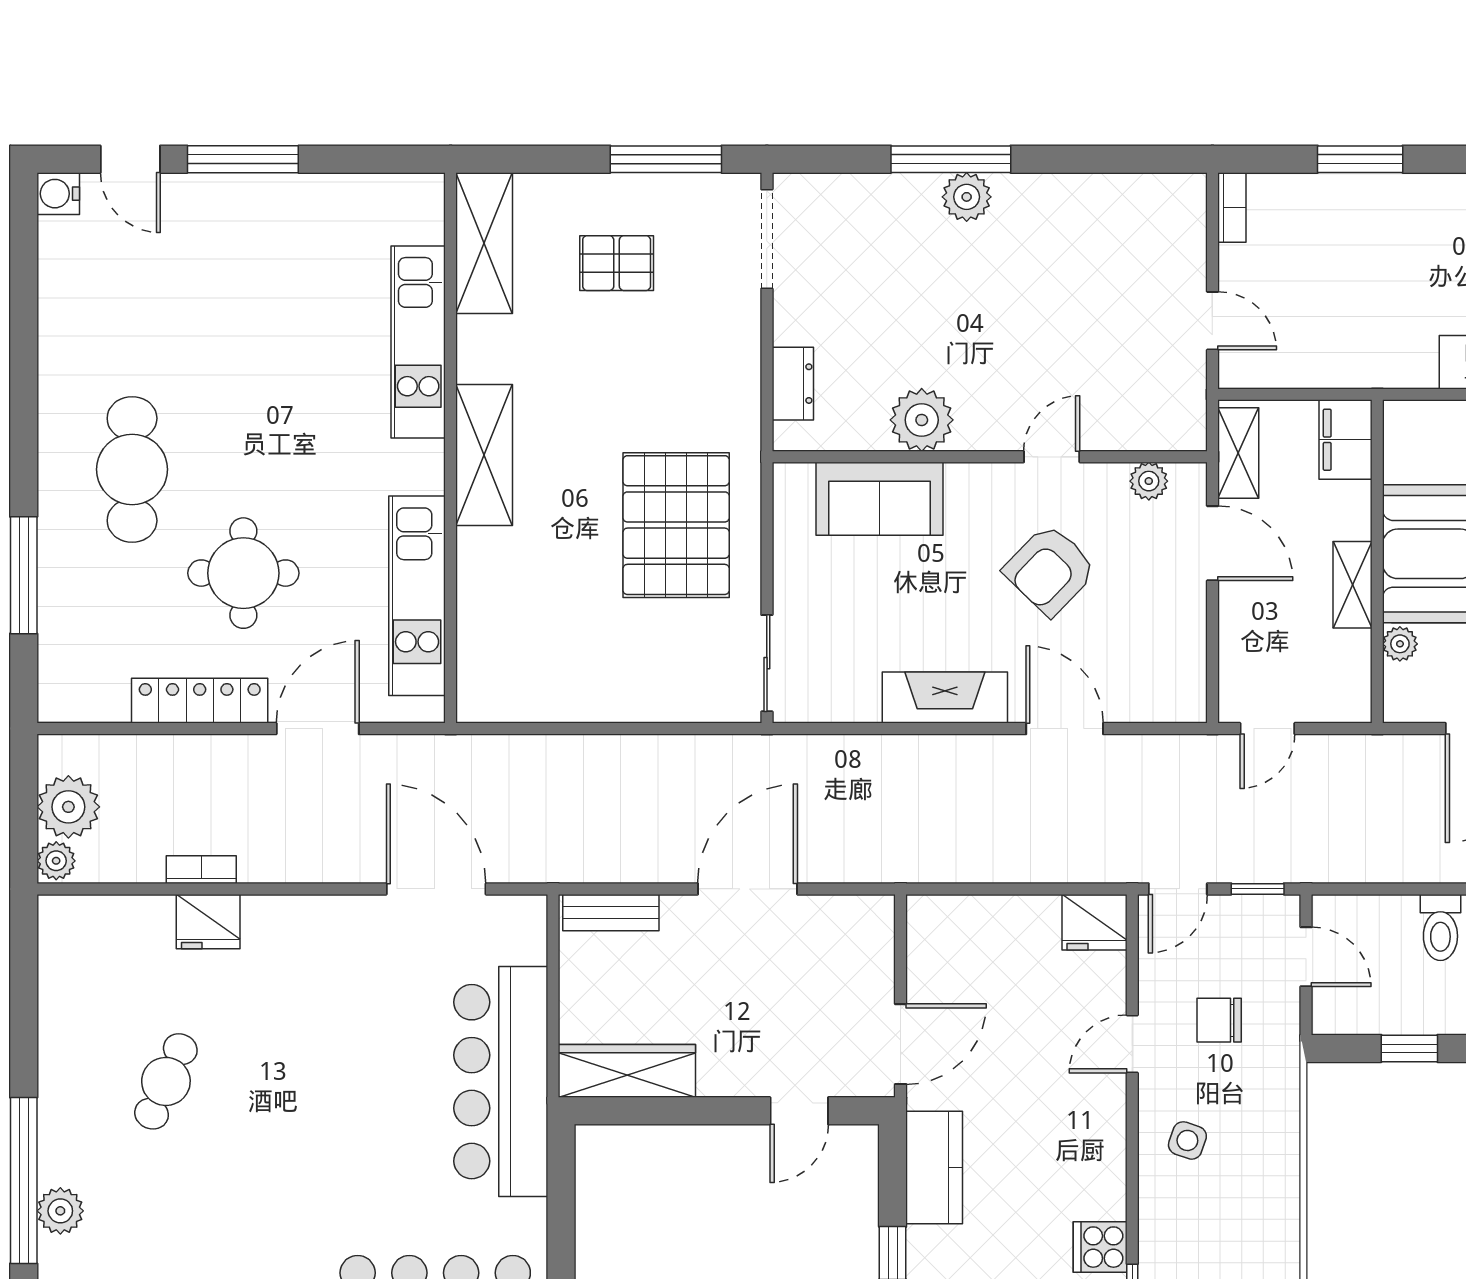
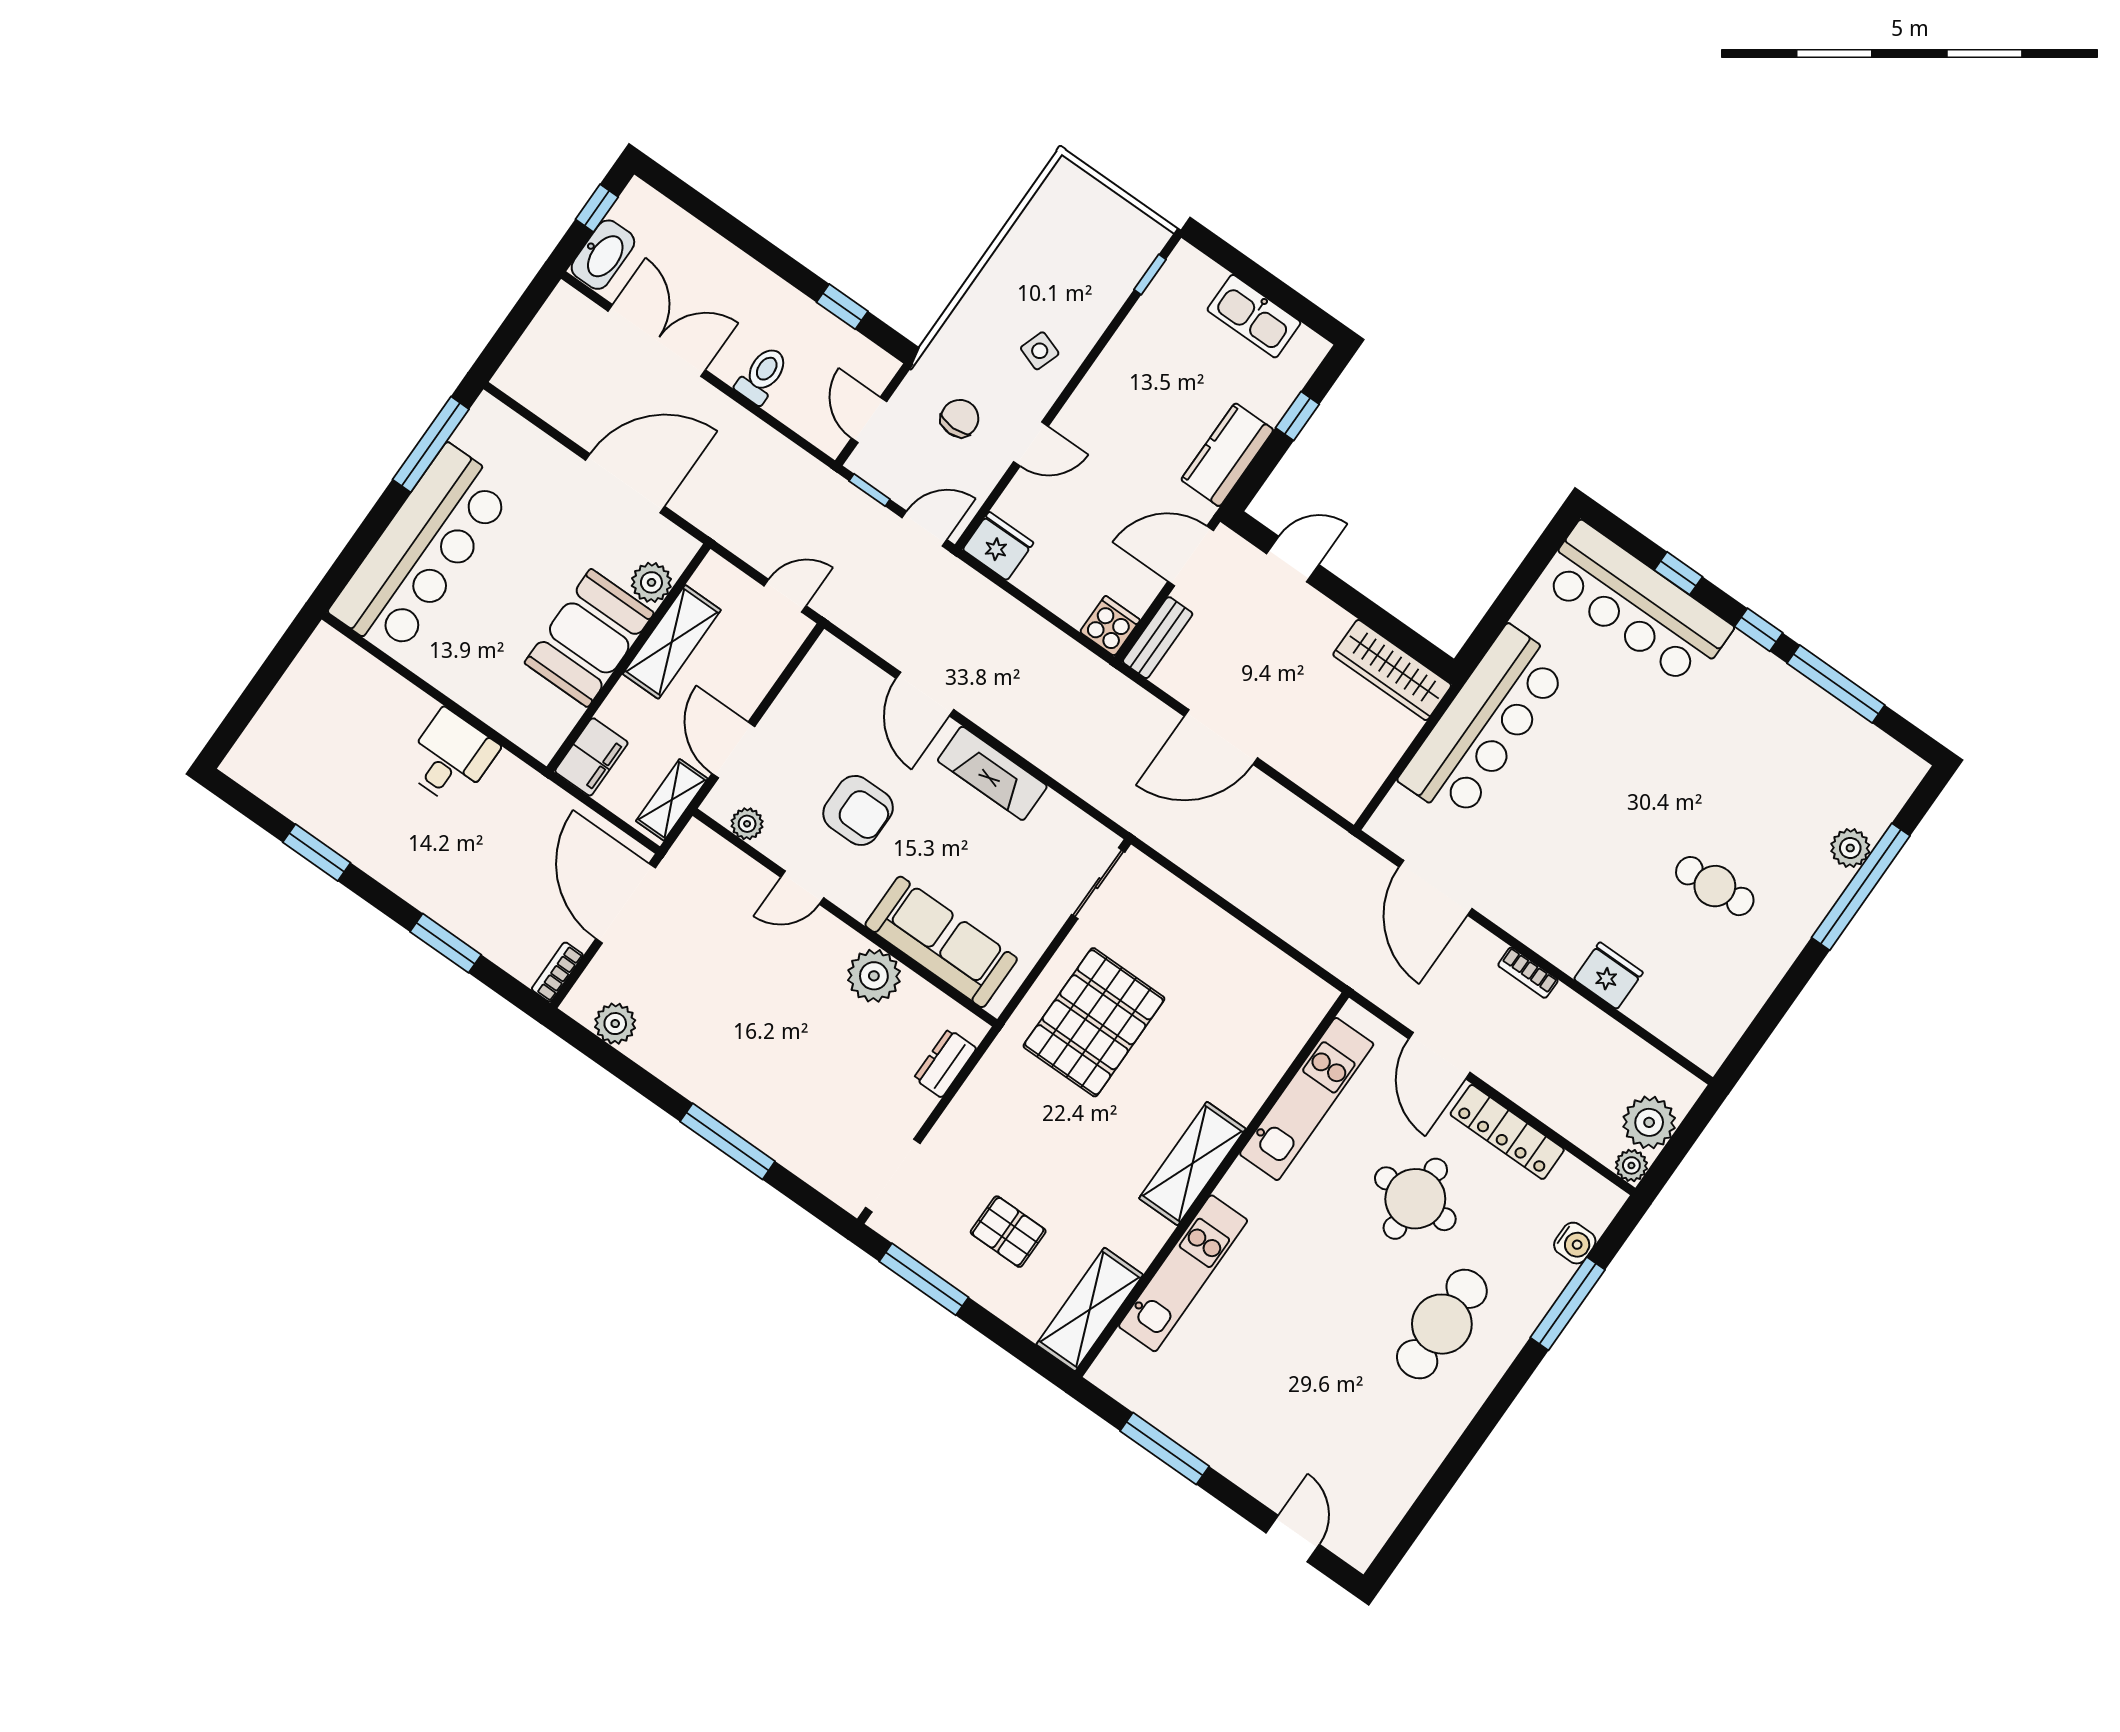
window: (243, 159) -> (1165, 1449), moved
water cooler: (58, 194) -> (1575, 1243), moved
plant: (967, 197) -> (615, 1024), moved
door: (1212, 321) -> (626, 903), width x1.88
sofa: (879, 499) -> (941, 942), width x1.36
armchair: (1050, 570) -> (858, 810), turned 46
shelving: (1353, 585) -> (672, 642), width x1.50, depth x1.33
plant: (1400, 644) -> (651, 582), width x1.38, depth x1.38
door: (318, 729) -> (1439, 1056), hinge flipped
plant: (56, 861) -> (1631, 1165), moved
bookcase: (201, 870) -> (1528, 973), moved
bench: (611, 913) -> (1158, 638), moved, turned 90
chair: (1219, 1020) -> (960, 418), turned -90
cafe table: (166, 1081) -> (1715, 886), turned 62
cooker: (1100, 1247) -> (1110, 626), moved, turned -90

